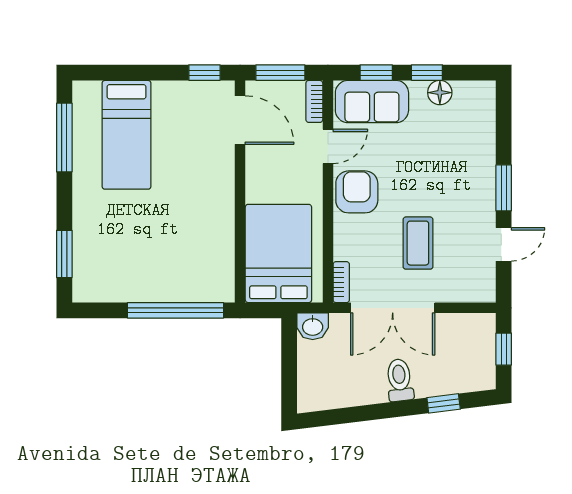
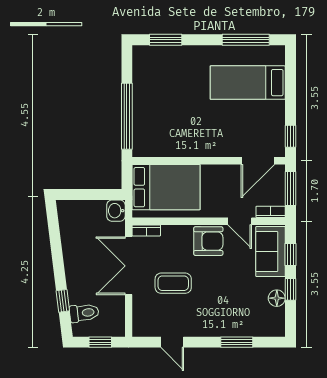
window: (504, 188) -> (237, 342), moved
toilet: (400, 380) -> (84, 313), moved

